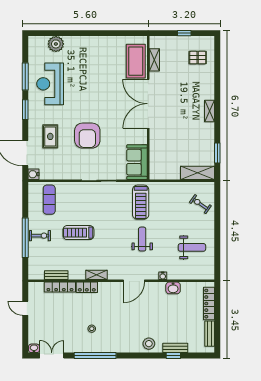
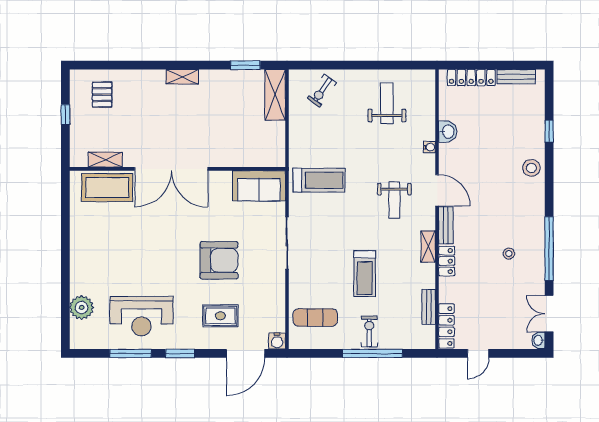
weight bench: (142, 239) -> (394, 200), moved, turned -90
locker: (60, 287) -> (446, 326), moved
bench: (175, 348) -> (446, 225), moved

